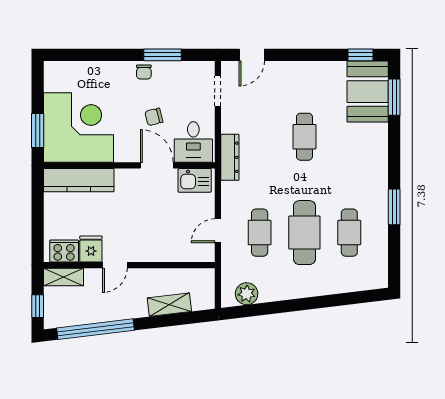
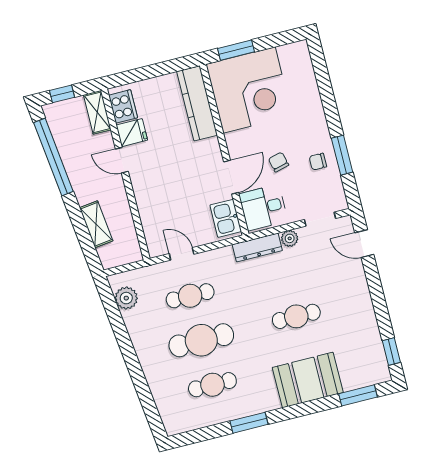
chair: (144, 72) -> (318, 162), moved
booth: (368, 92) -> (308, 380), moved
plant: (229, 124) -> (290, 238), added

